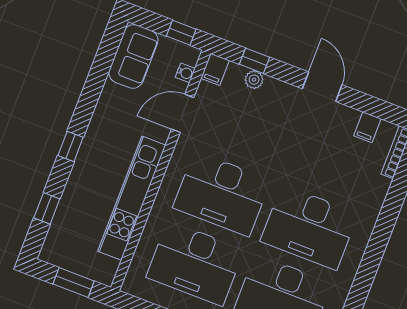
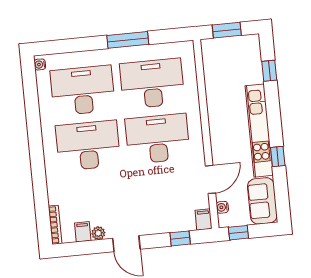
plant: (254, 80) -> (98, 233), moved
window: (71, 146) -> (278, 156), moved
kitchen unit: (132, 198) -> (259, 131), moved, turned 180

